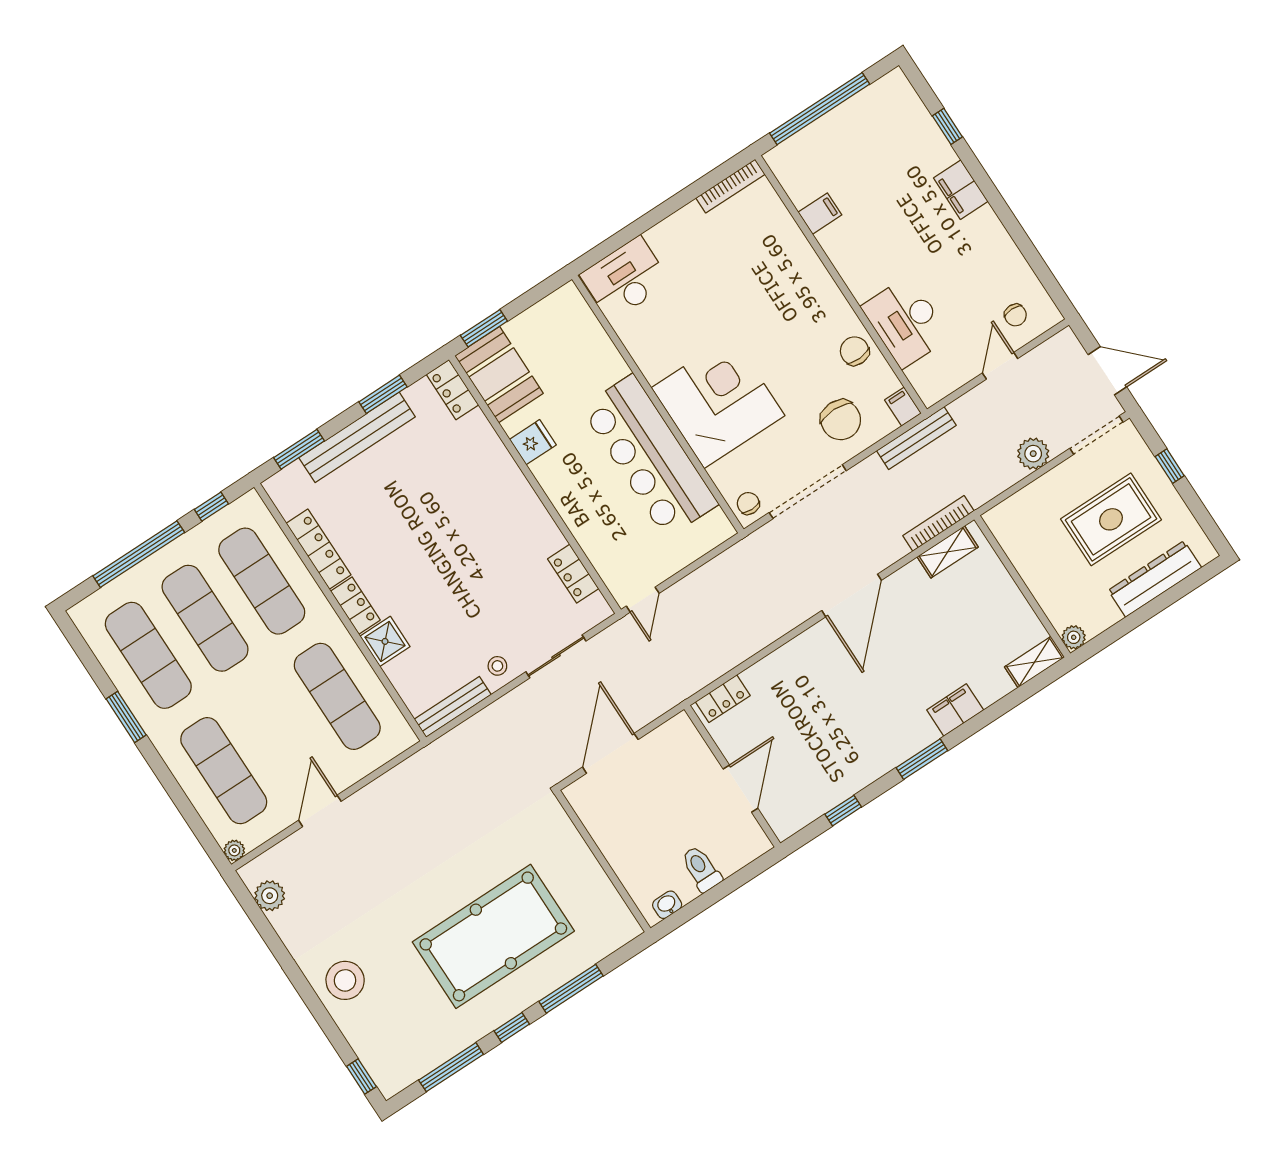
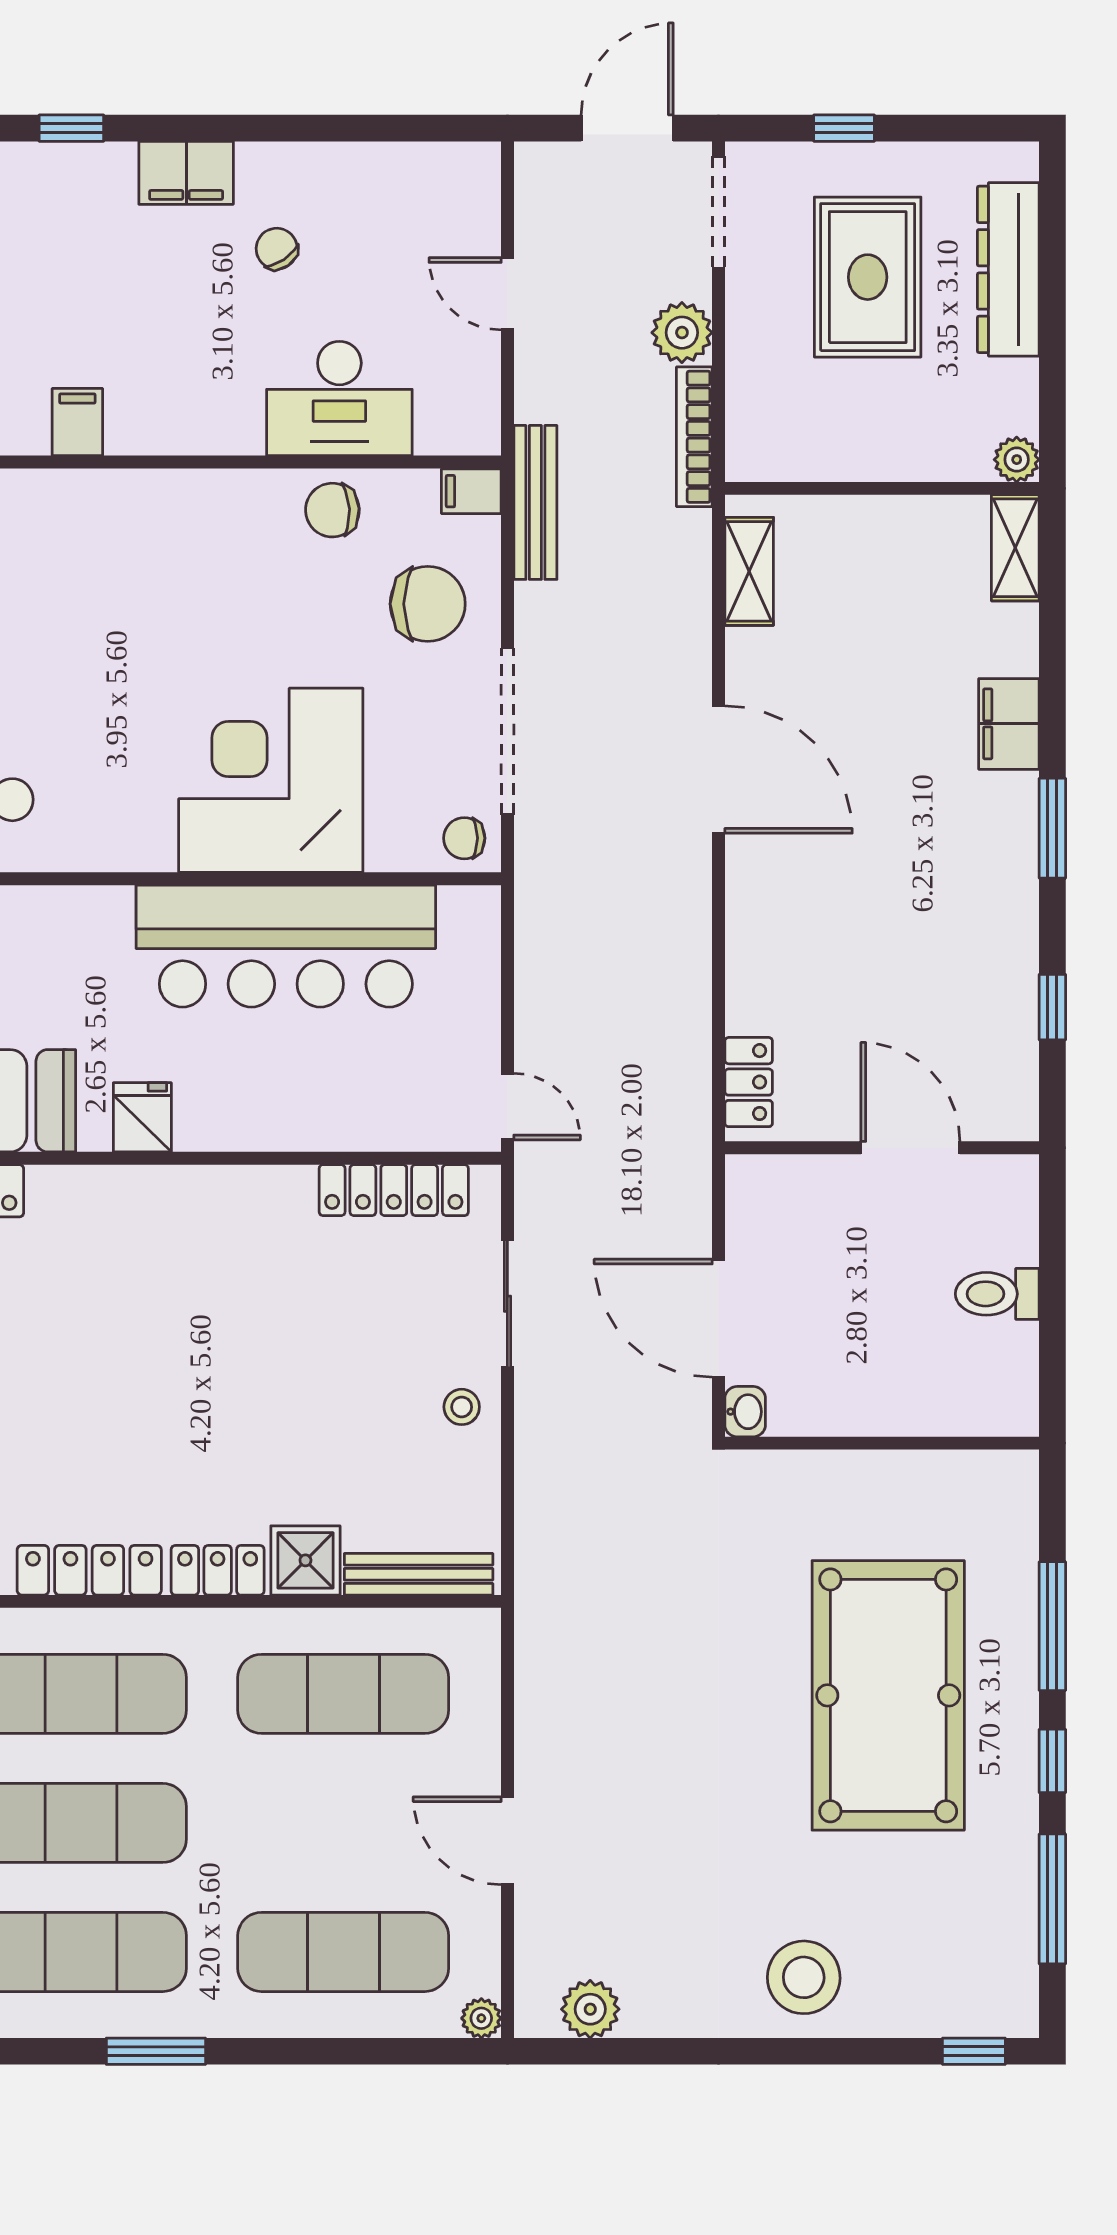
chair: (1015, 315) -> (277, 249), moved, turned -124
bookcase: (938, 523) -> (694, 437), moved
locker: (573, 574) -> (394, 1190), width x1.53
bench: (453, 707) -> (419, 1574), moved, turned 90
washbasin: (667, 905) -> (745, 1412), moved, turned 180

